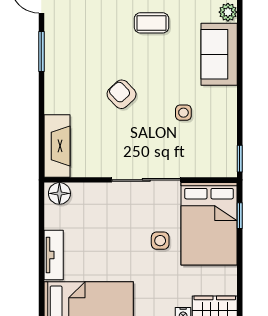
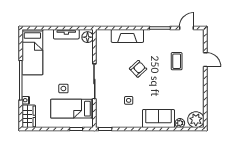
coffee table: (151, 23) -> (177, 61), moved
fireplace: (57, 146) -> (127, 36), moved
bed: (209, 224) -> (72, 109), width x0.67
tv unit: (54, 255) -> (66, 34), moved

